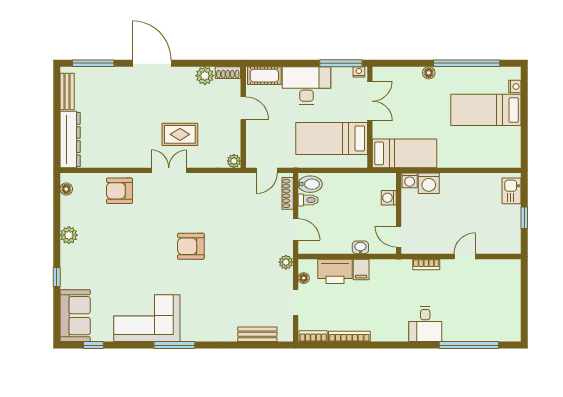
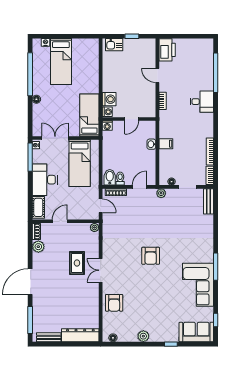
washing machine: (389, 198) -> (107, 126), moved
door: (399, 237) -> (132, 119), moved
printer: (335, 271) -> (167, 50), moved
bench: (257, 334) -> (209, 201), moved

